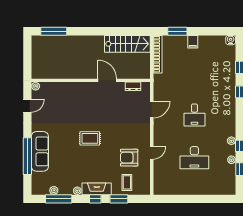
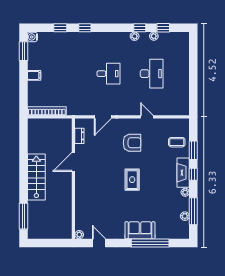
window: (177, 31) -> (24, 51), moved
stairs: (127, 44) -> (36, 177), moved
door: (152, 109) -> (103, 117), swing flipped
sofa: (40, 151) -> (140, 230), width x0.73
armchair: (129, 158) -> (132, 143), moved, turned -90

